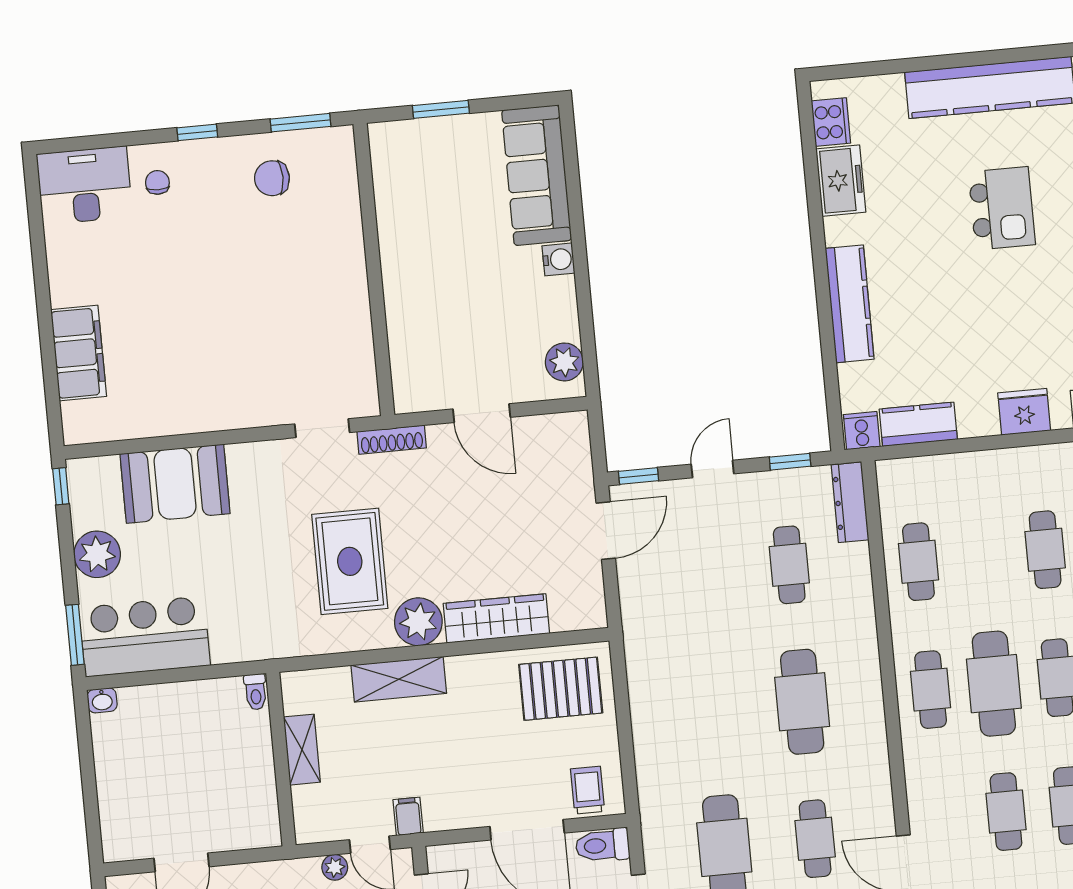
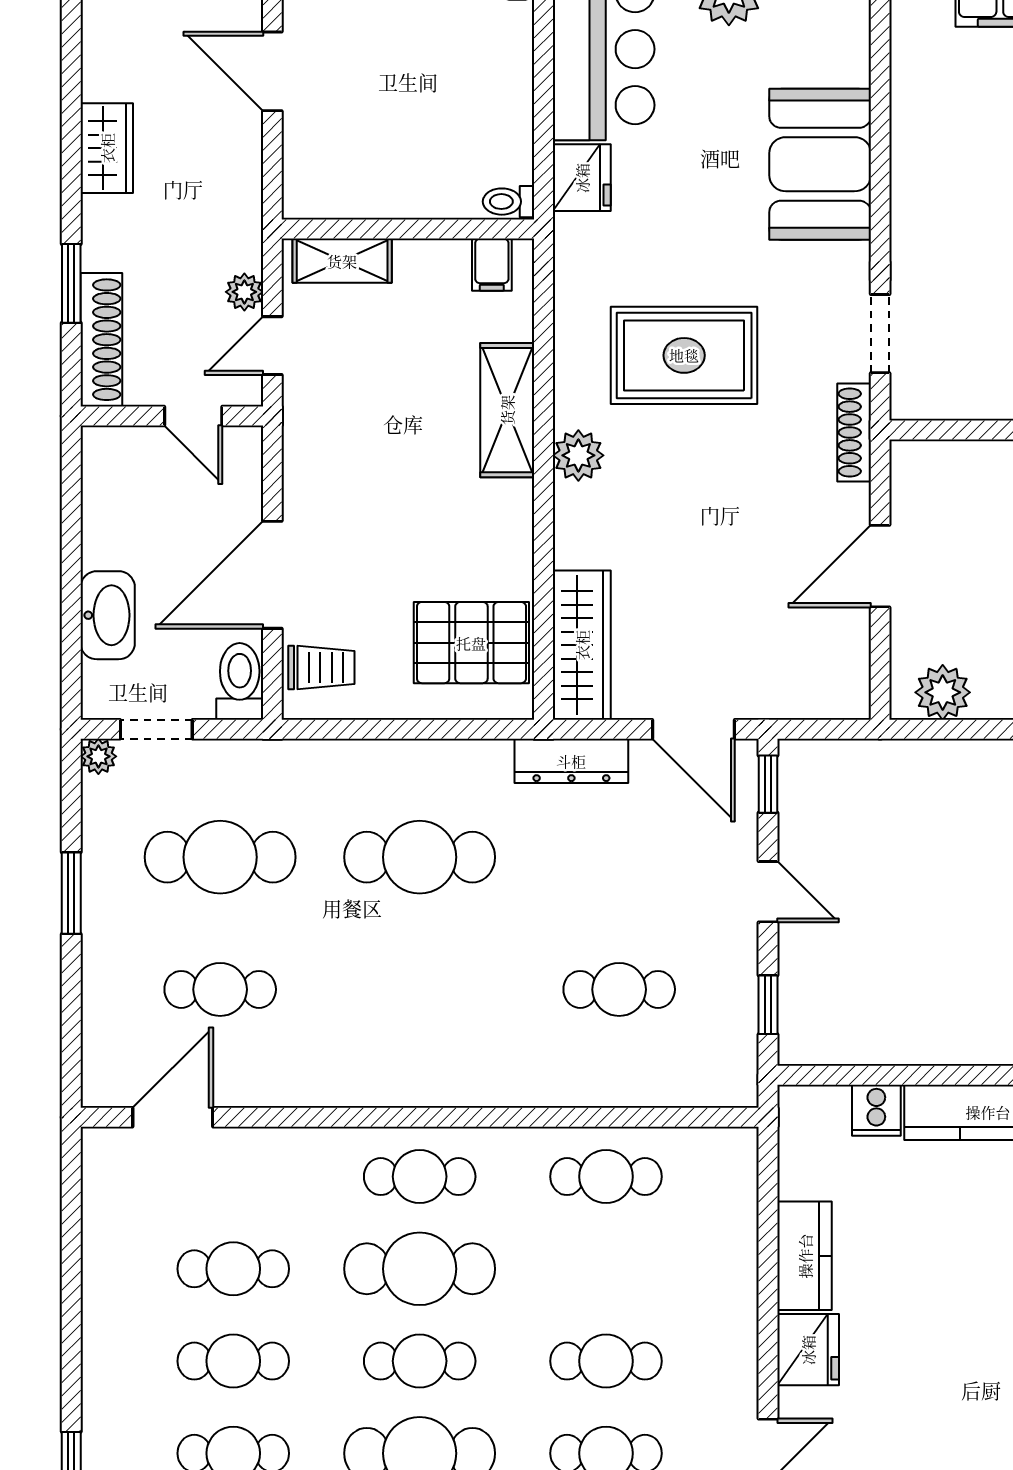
kitchen counter: (918, 424) -> (805, 1256), moved
cooker: (862, 431) -> (876, 1110), moved, turned 90
booth: (175, 484) -> (820, 164), moved
dresser: (850, 502) -> (571, 761), moved, turned 180
wardrobe: (496, 618) -> (582, 645), moved
plant: (418, 622) -> (578, 455), width x0.73, depth x0.73
fridge: (234, 643) -> (582, 178), added
pallet: (561, 689) -> (471, 643), turned 90
cafe table: (802, 702) -> (420, 857), moved
shelving: (302, 750) -> (342, 261), moved
filing cabinet: (408, 816) -> (492, 265), moved, turned 90

